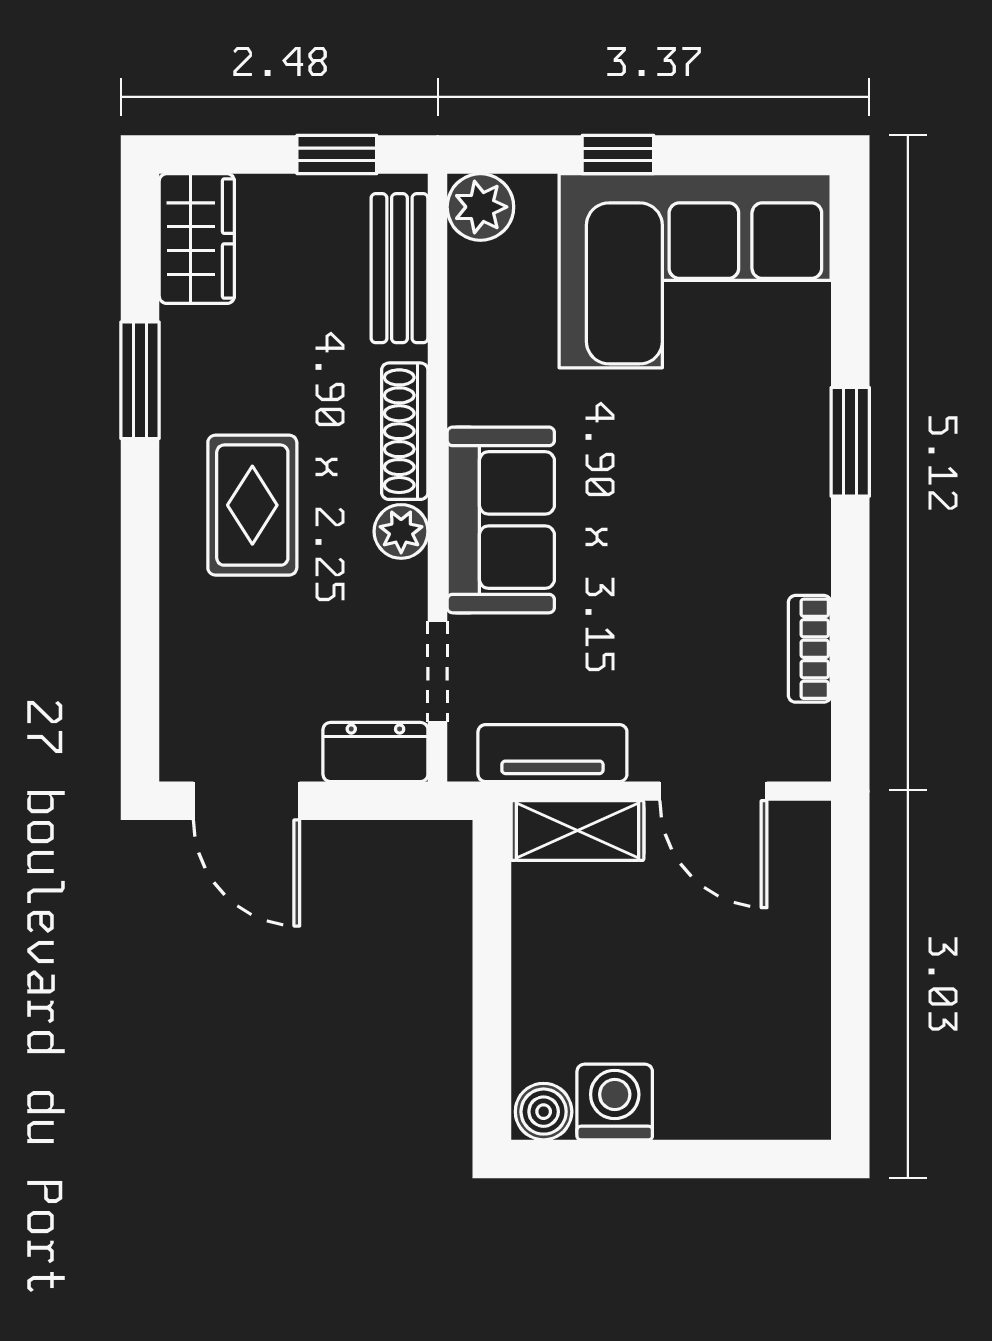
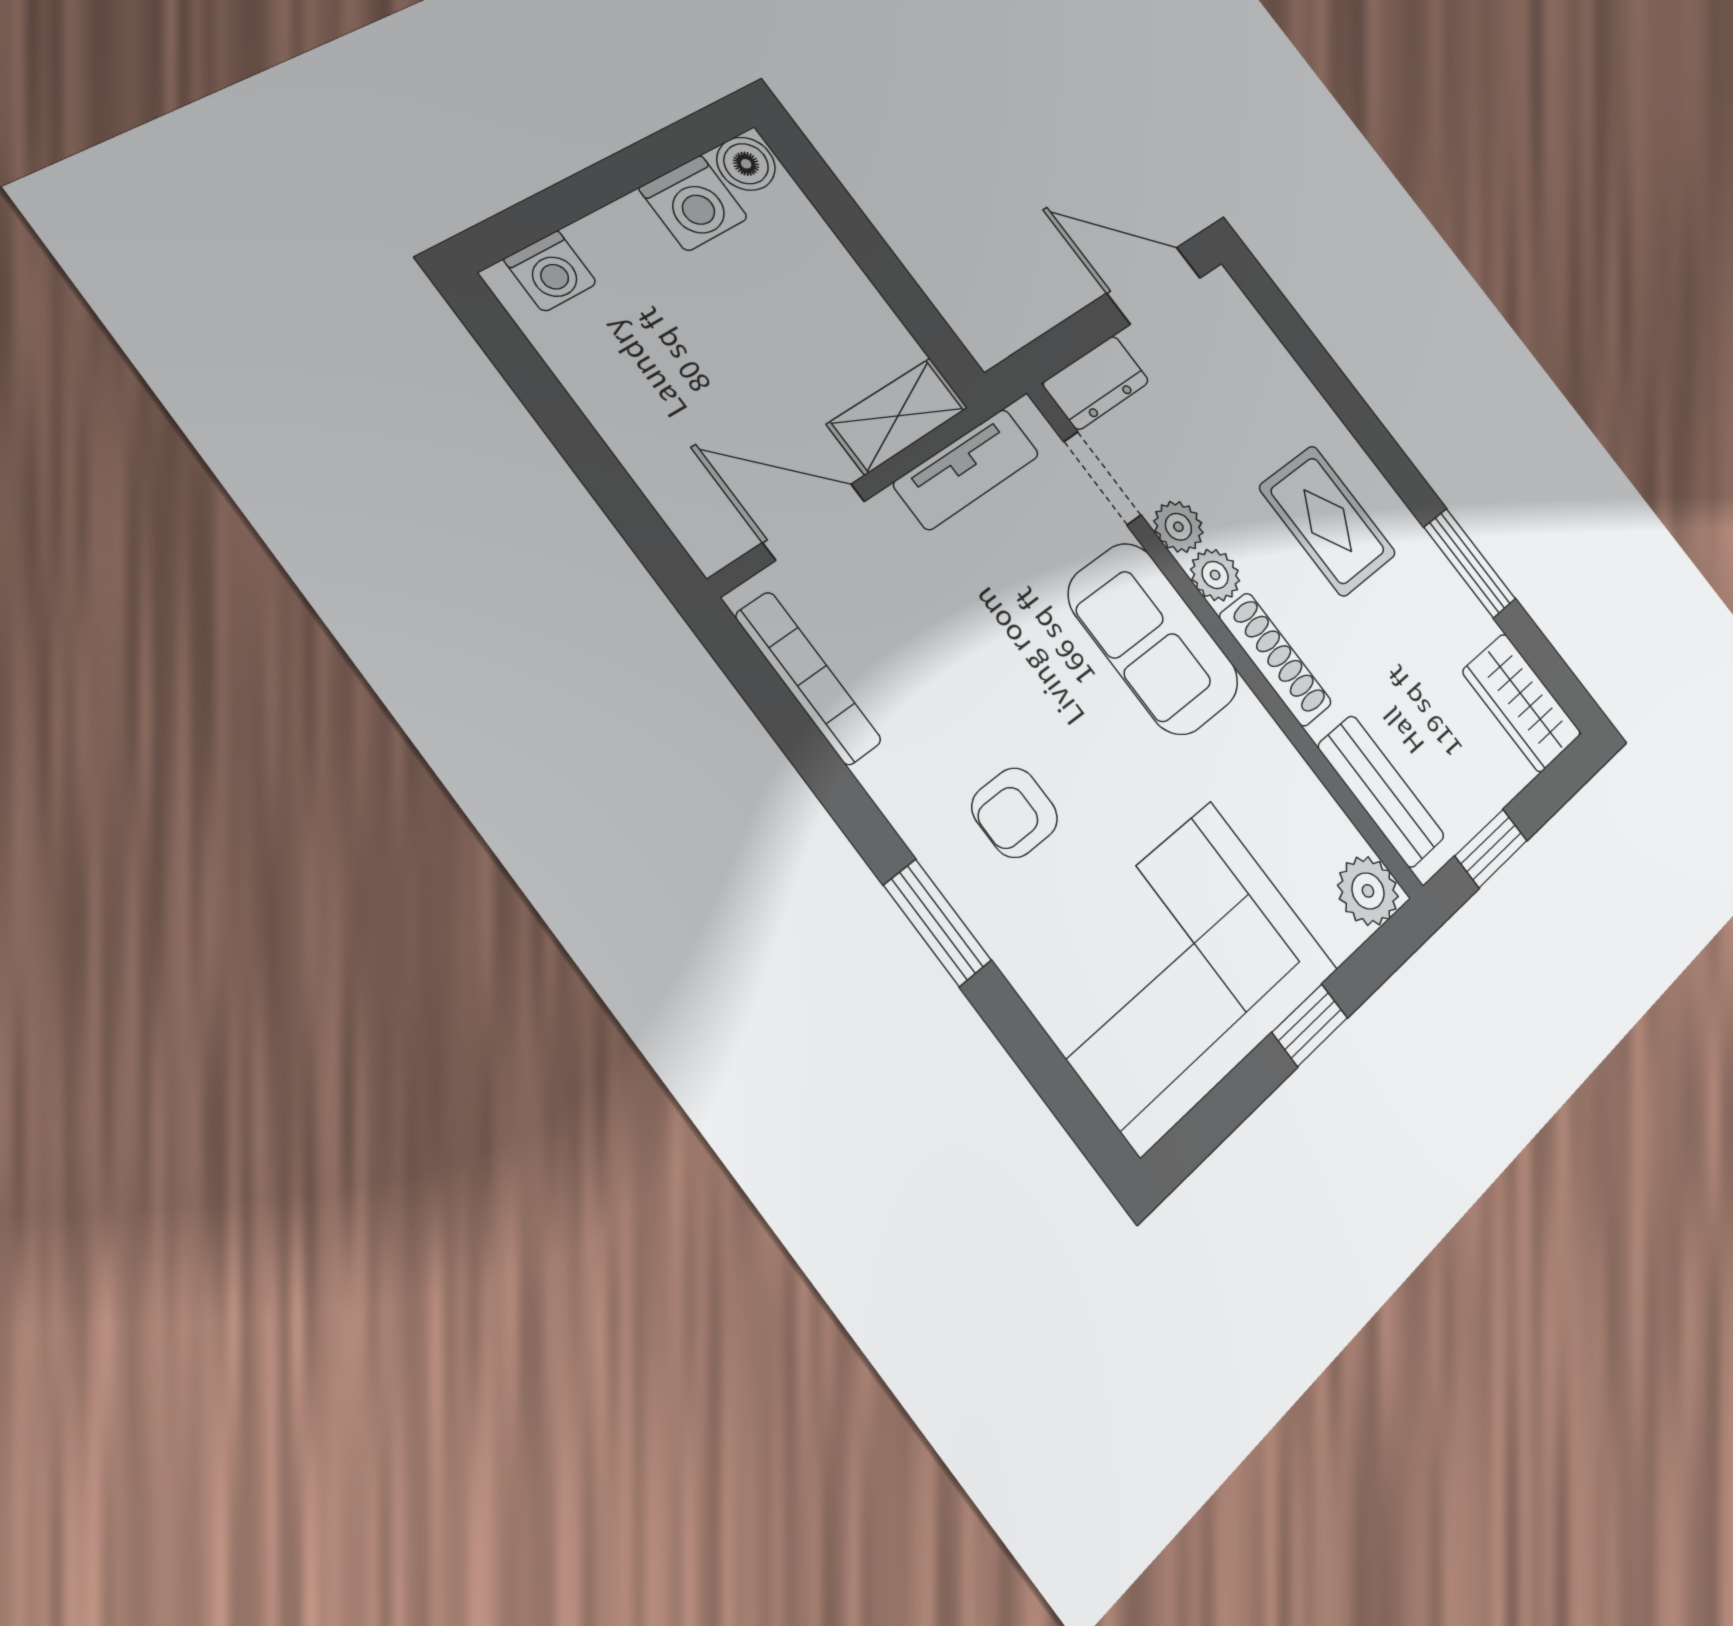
armchair: (728, 474) -> (1015, 813), added
plant: (401, 590) -> (1178, 527), added
bookcase: (810, 649) -> (808, 678), width x1.56
washing machine: (773, 1109) -> (551, 271), added

